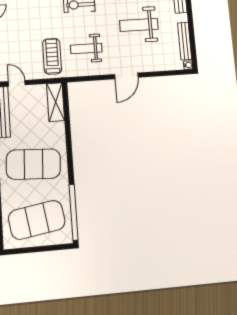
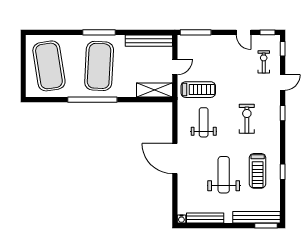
door: (126, 76) -> (175, 159), width x1.36
door: (17, 83) -> (175, 67), moved
window: (74, 212) -> (92, 100), moved

